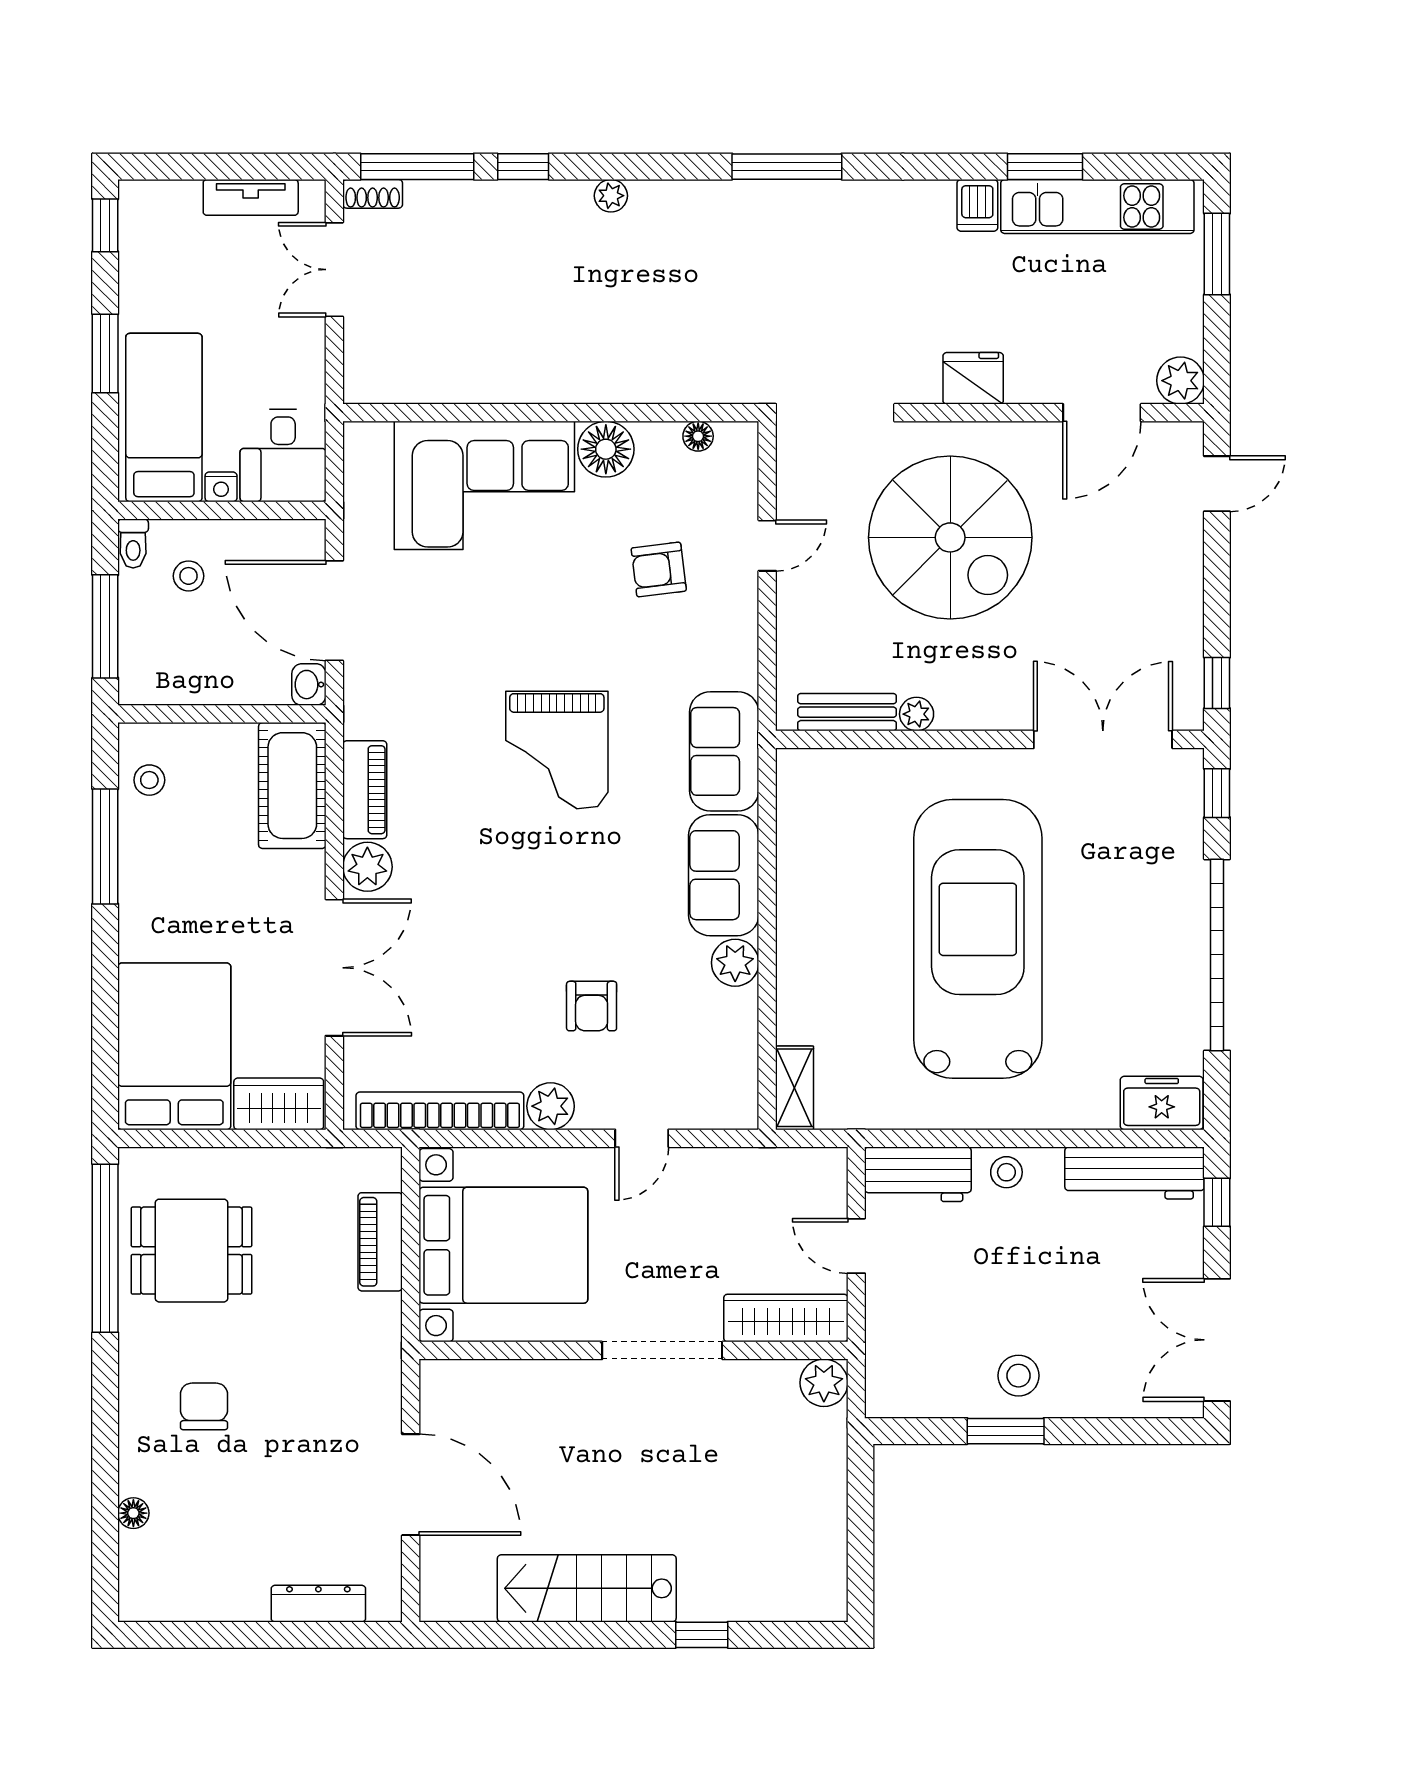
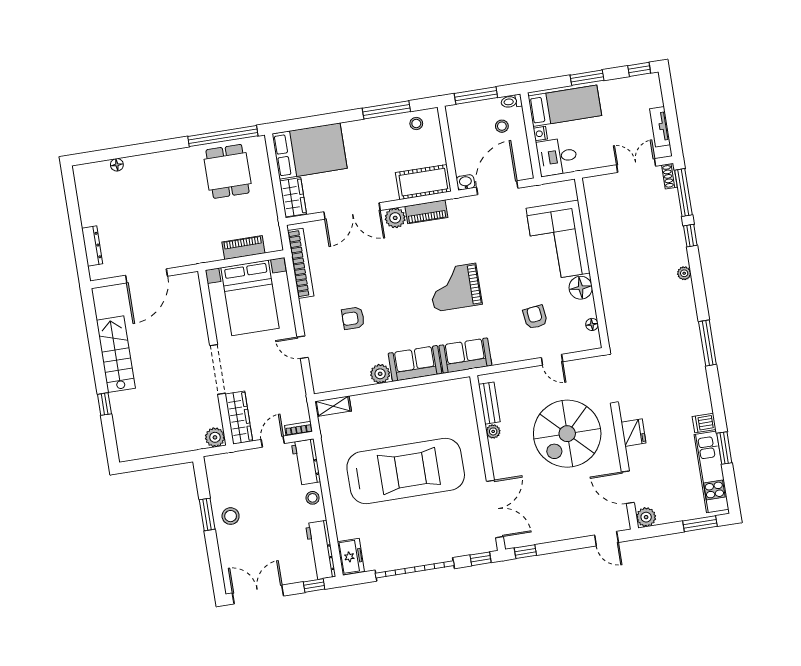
plant: (551, 1106) -> (310, 308), removed
bookcase: (835, 1179) -> (299, 428), added
chair: (204, 1406) -> (165, 187), removed

